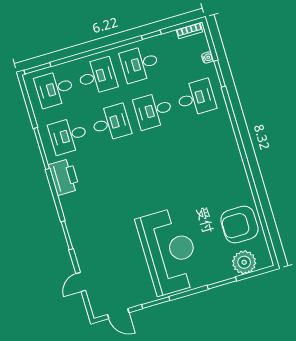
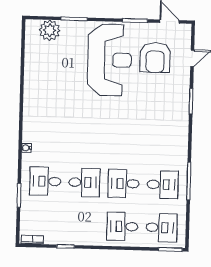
water cooler: (207, 57) -> (26, 148), moved
desk: (140, 64) -> (83, 225), removed
printer: (64, 177) -> (178, 151), removed
armchair: (239, 225) -> (155, 58), moved, turned 90
reception desk: (169, 251) -> (110, 60), turned 180

